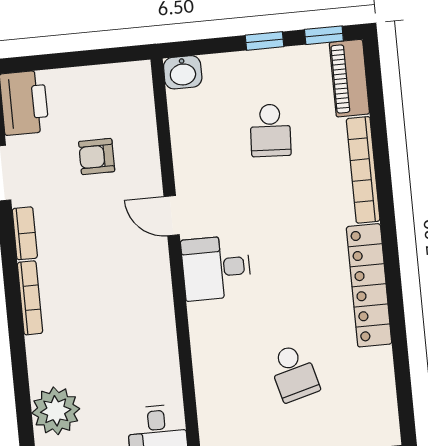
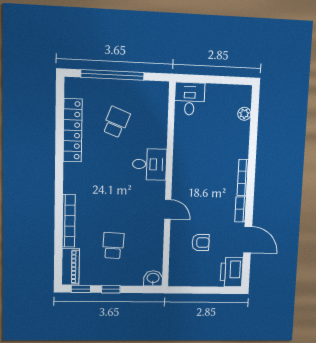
desk: (216, 268) -> (150, 164), moved
locker: (369, 285) -> (73, 130), moved
school desk: (294, 373) -> (116, 122), turned 36
plant: (56, 411) -> (244, 114), width x0.53, depth x0.53

